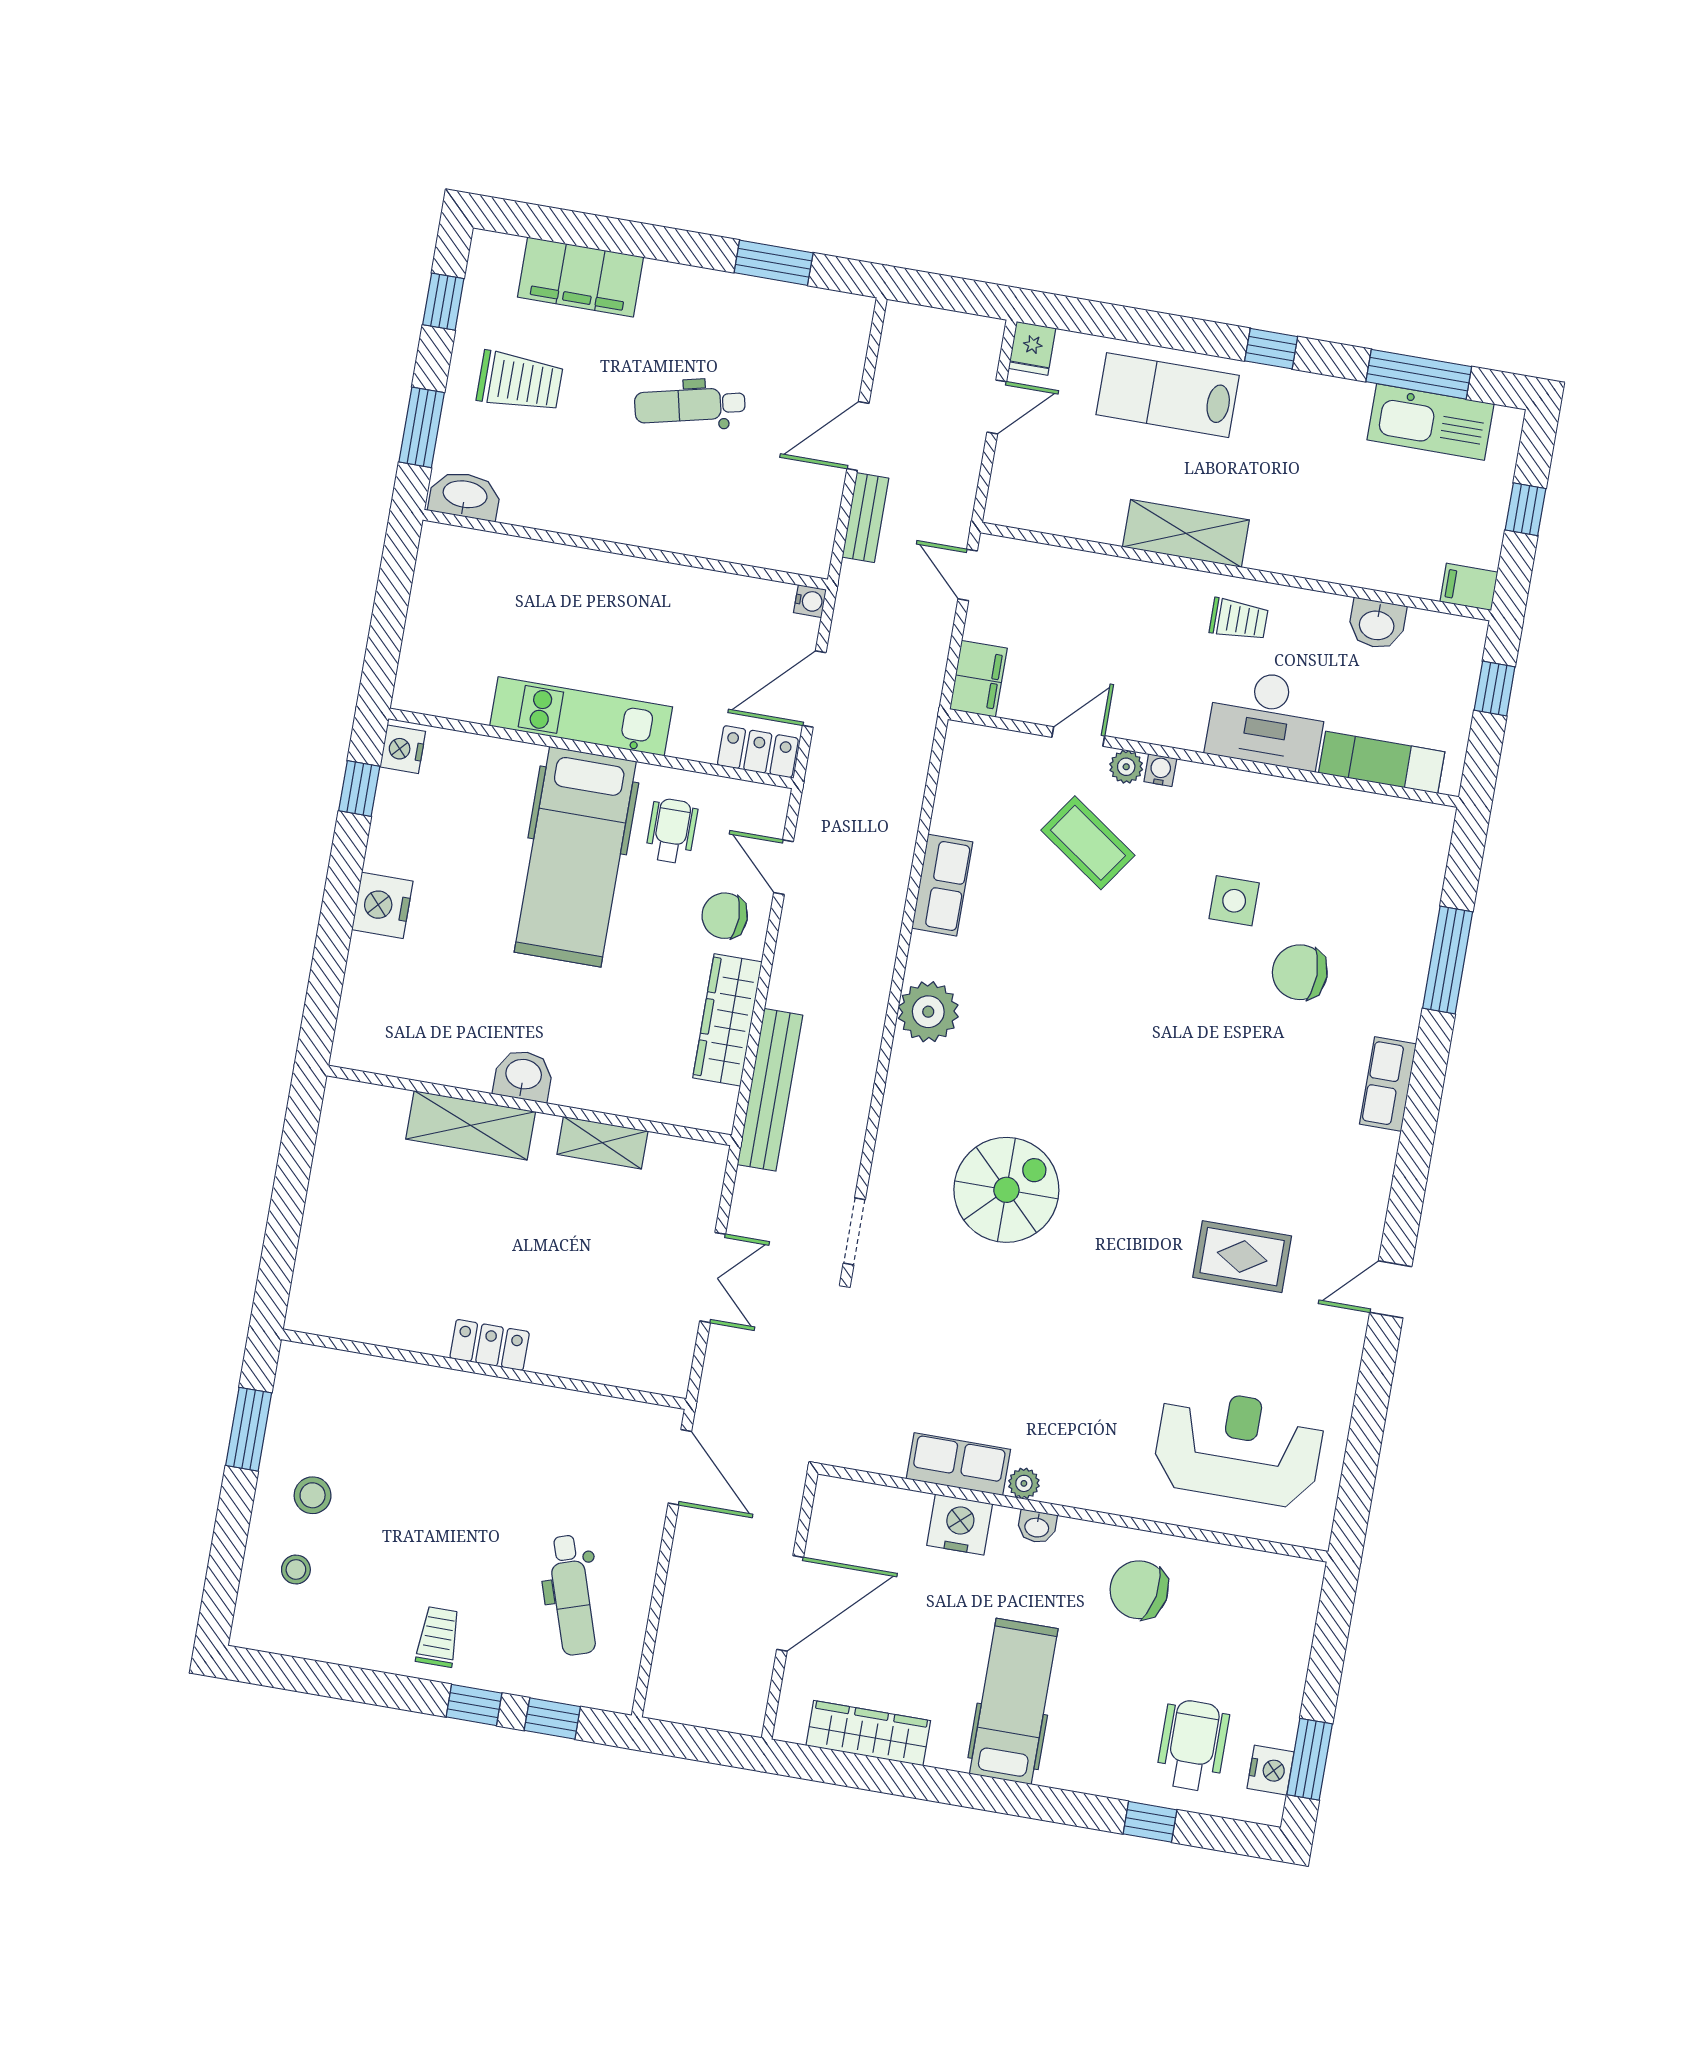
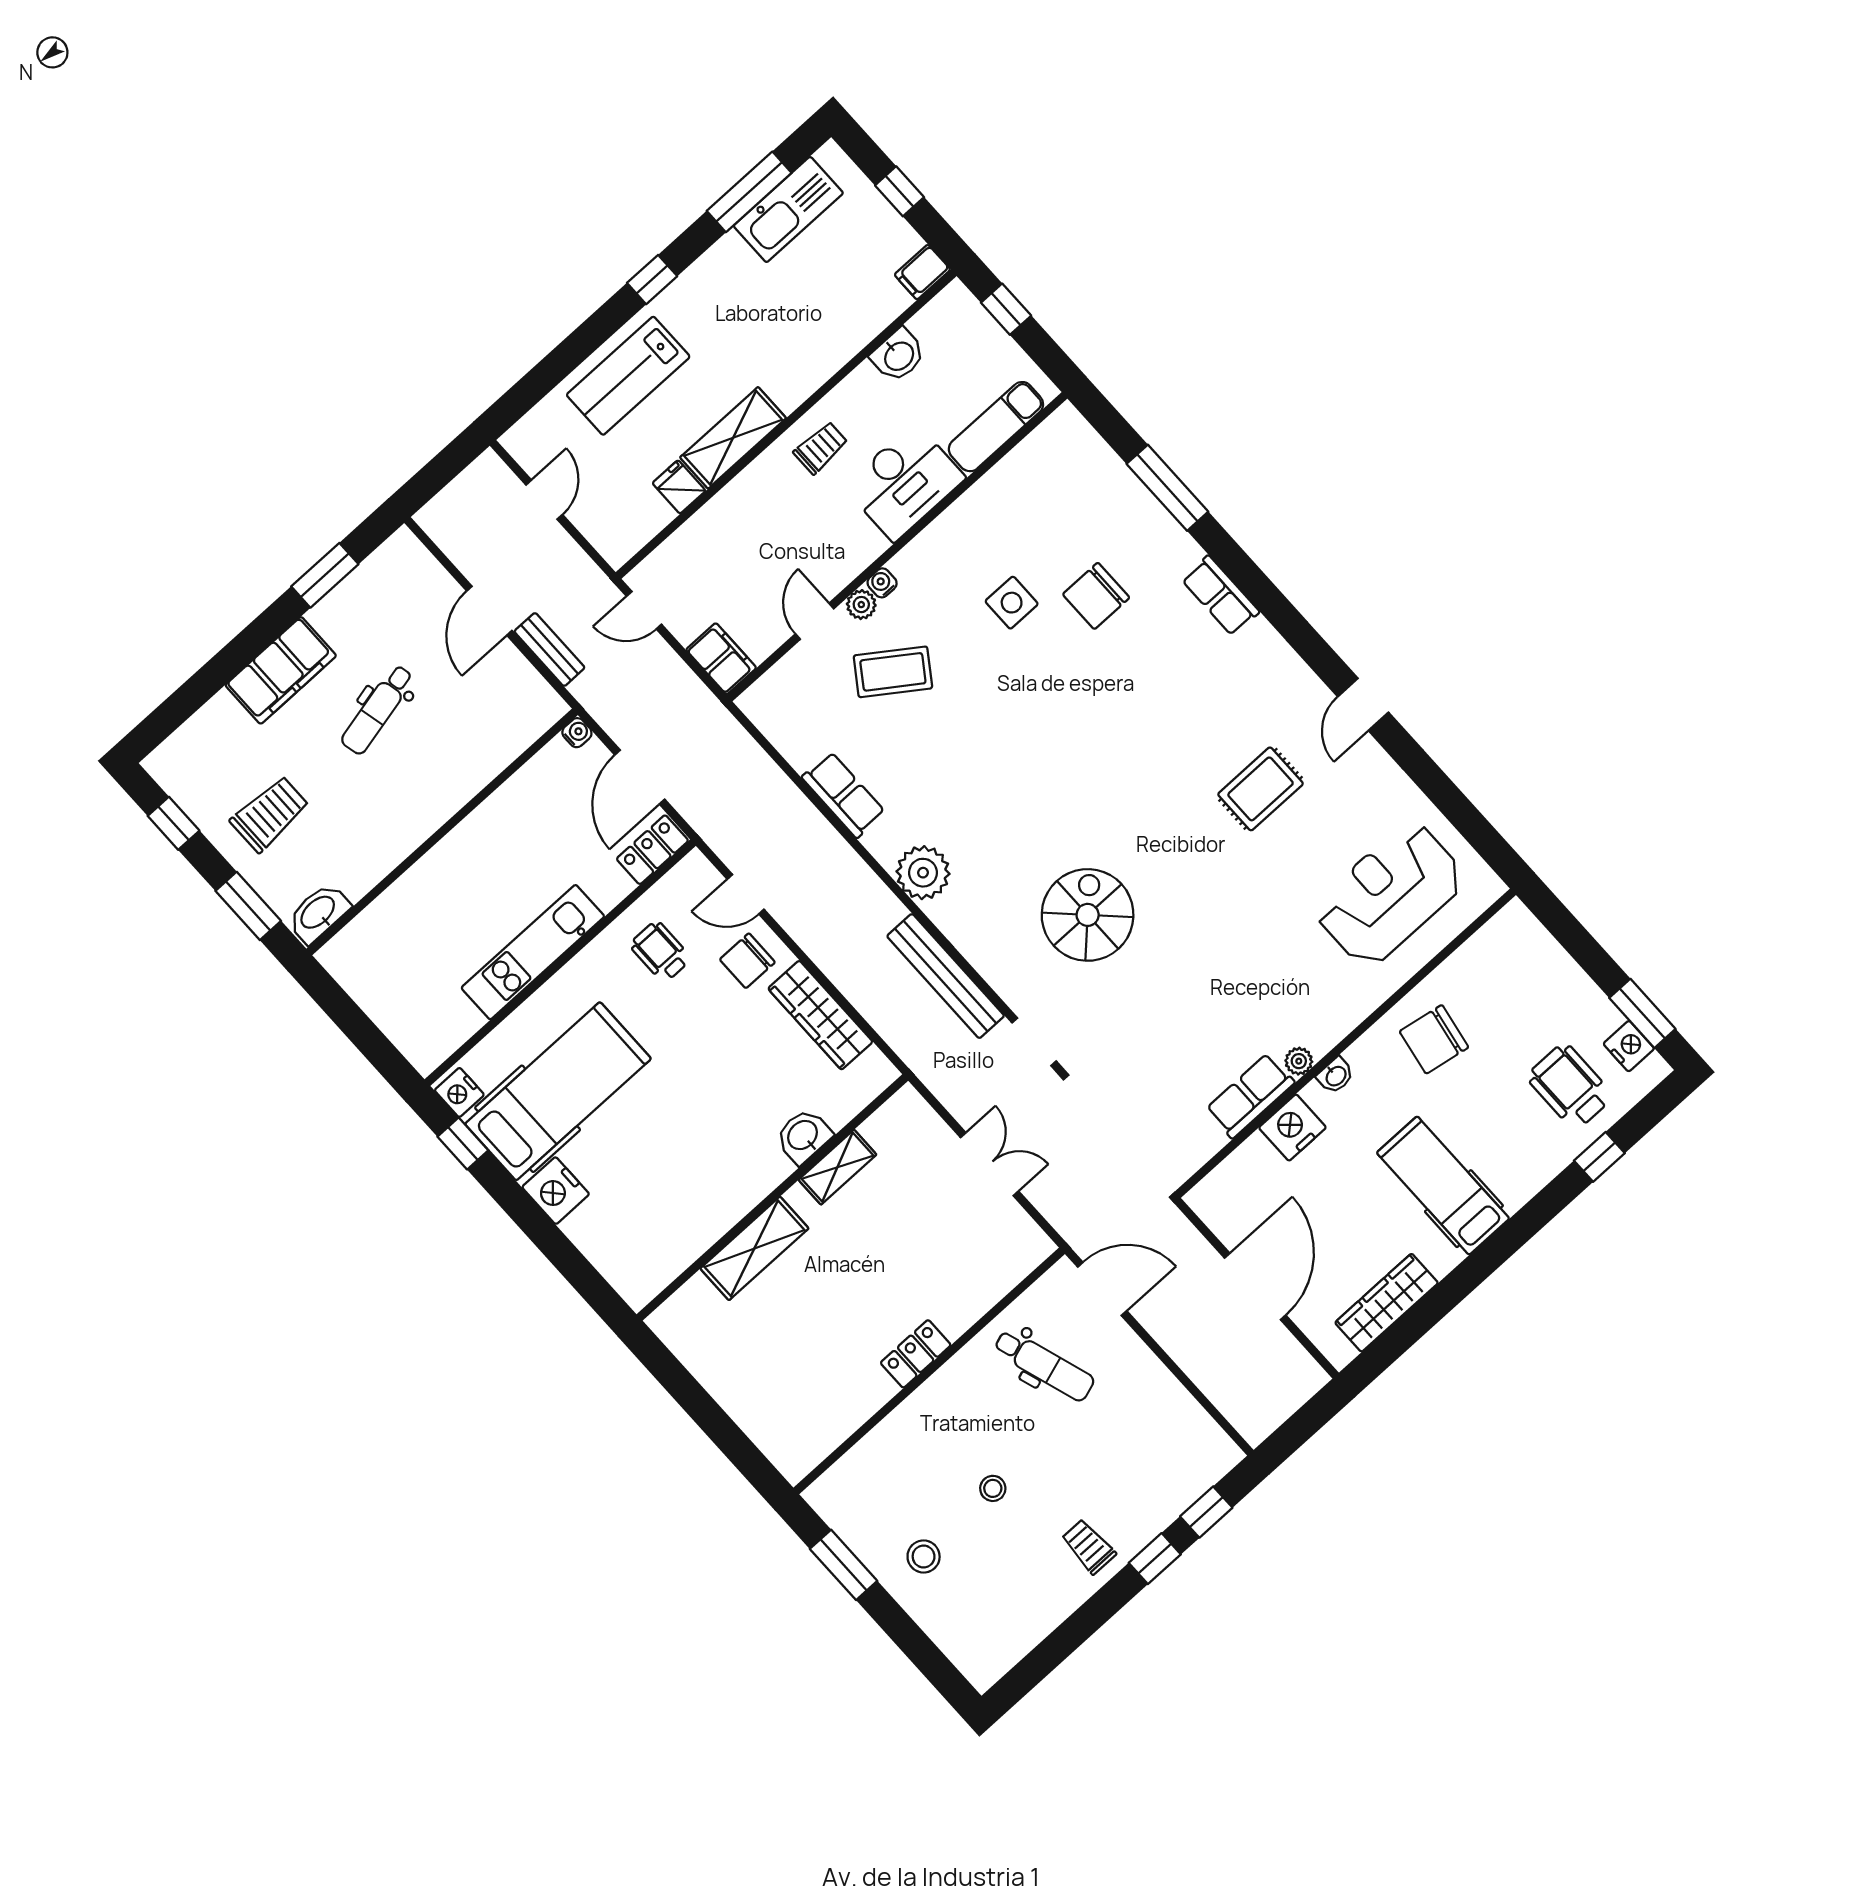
filing cabinet: (581, 277) -> (281, 670), moved
fridge: (1032, 348) -> (679, 487), moved, turned 180
hospital bed: (575, 857) -> (558, 1091), moved, turned -90
washbasin: (523, 1076) -> (803, 1136), moved
bench: (770, 1090) -> (946, 976), moved
stool: (296, 1569) -> (993, 1488), moved
dental chair: (572, 1595) -> (1044, 1365), moved

